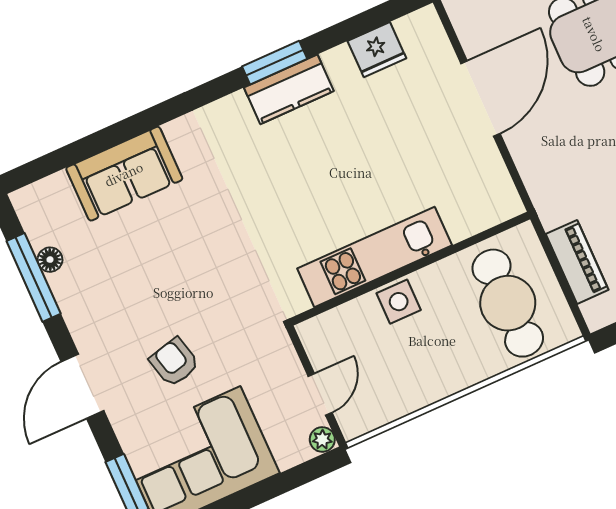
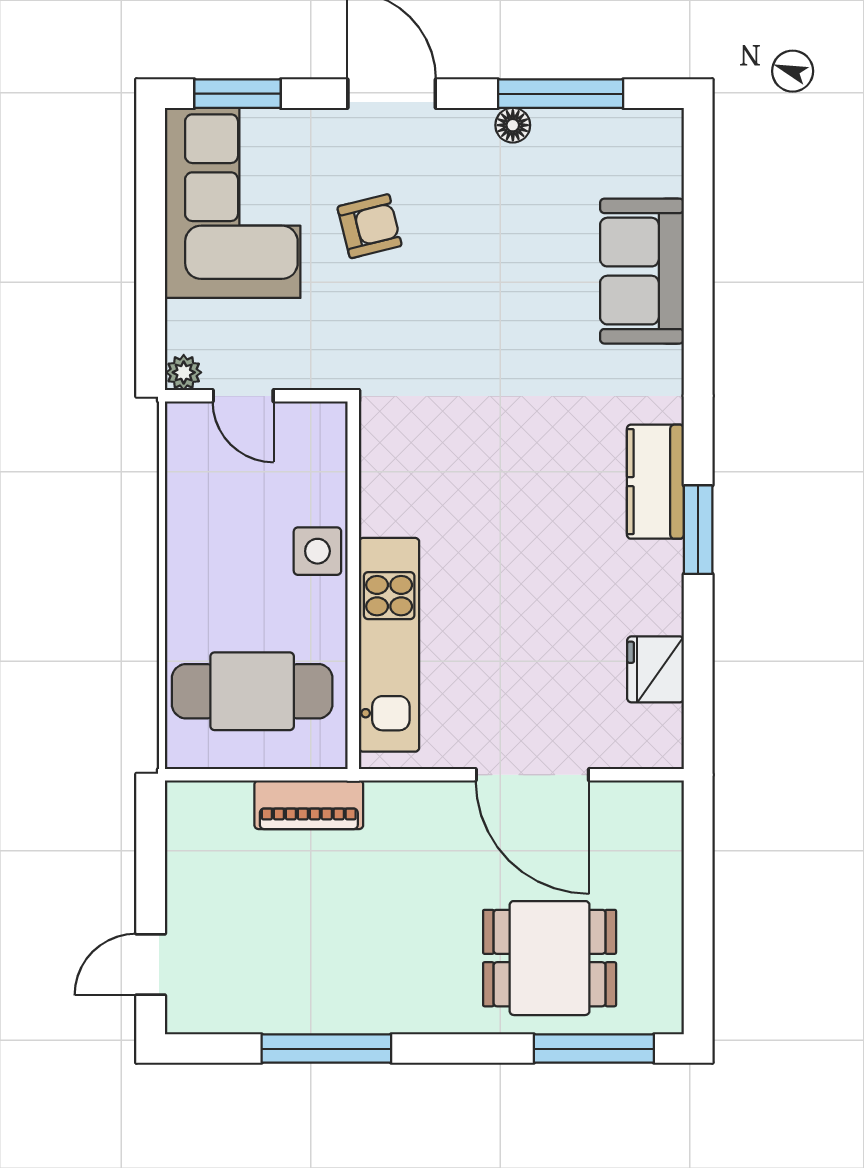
kitchen counter: (289, 89) -> (655, 482), moved
kitchen unit: (375, 257) -> (389, 645), moved
floor lamp: (50, 260) -> (513, 125), moved
piano: (577, 262) -> (309, 805), moved

